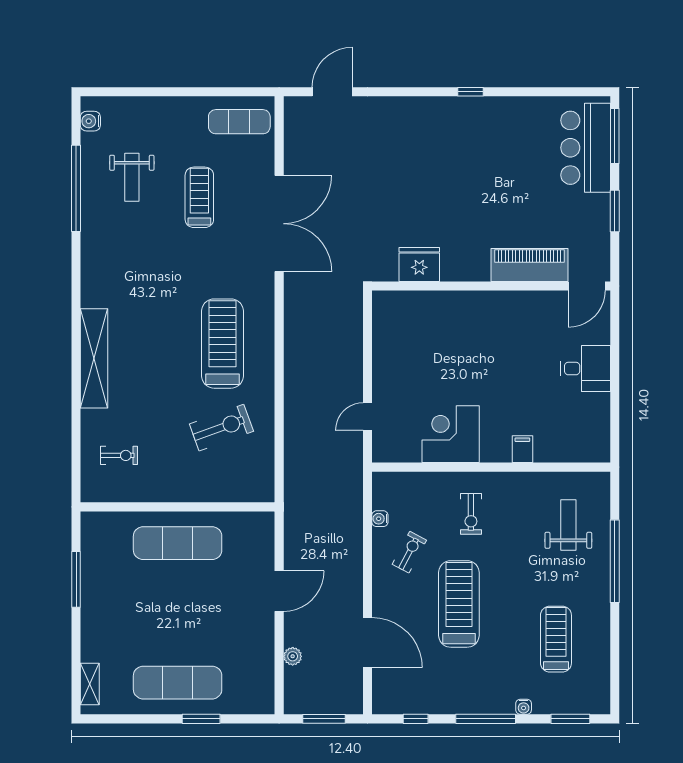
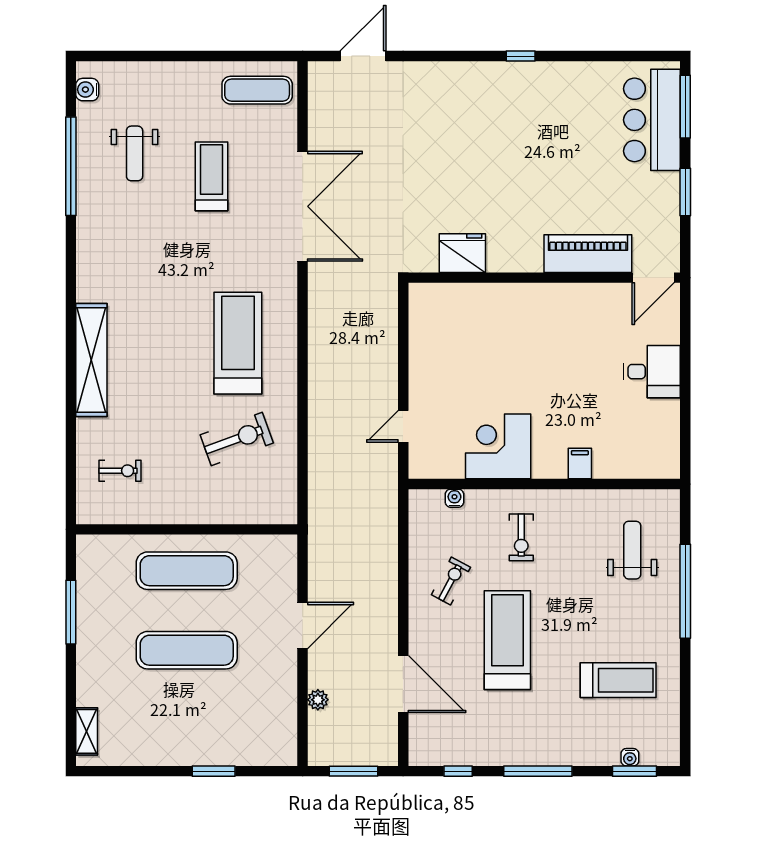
water cooler: (380, 519) -> (454, 498), moved, turned 90
treadmill: (556, 639) -> (618, 680), turned 90
exercise mat: (178, 683) -> (187, 650), moved
water cooler: (524, 707) -> (630, 757), moved

